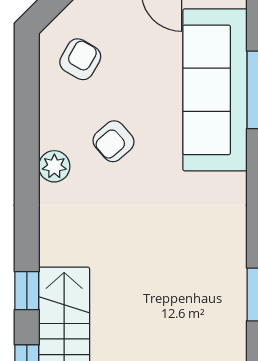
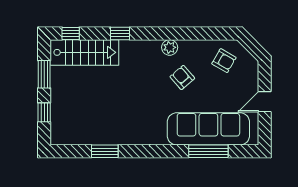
window: (27, 291) -> (120, 33), moved

